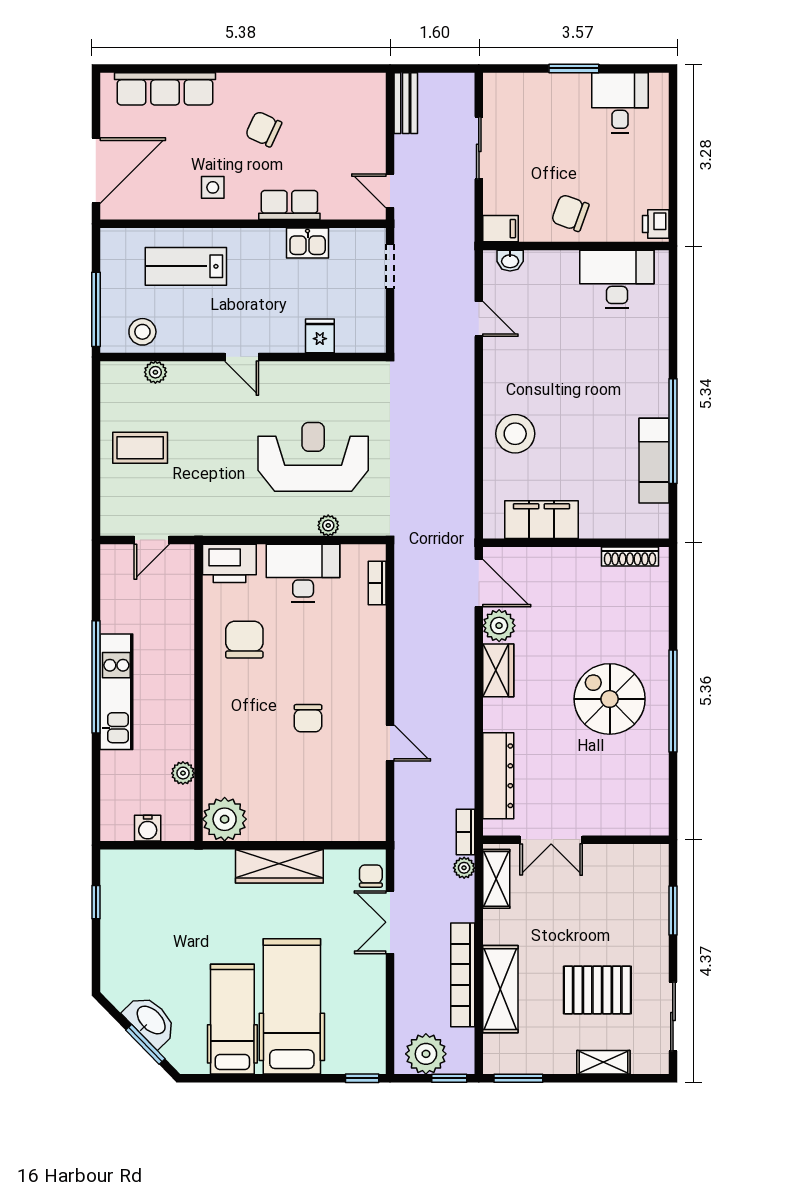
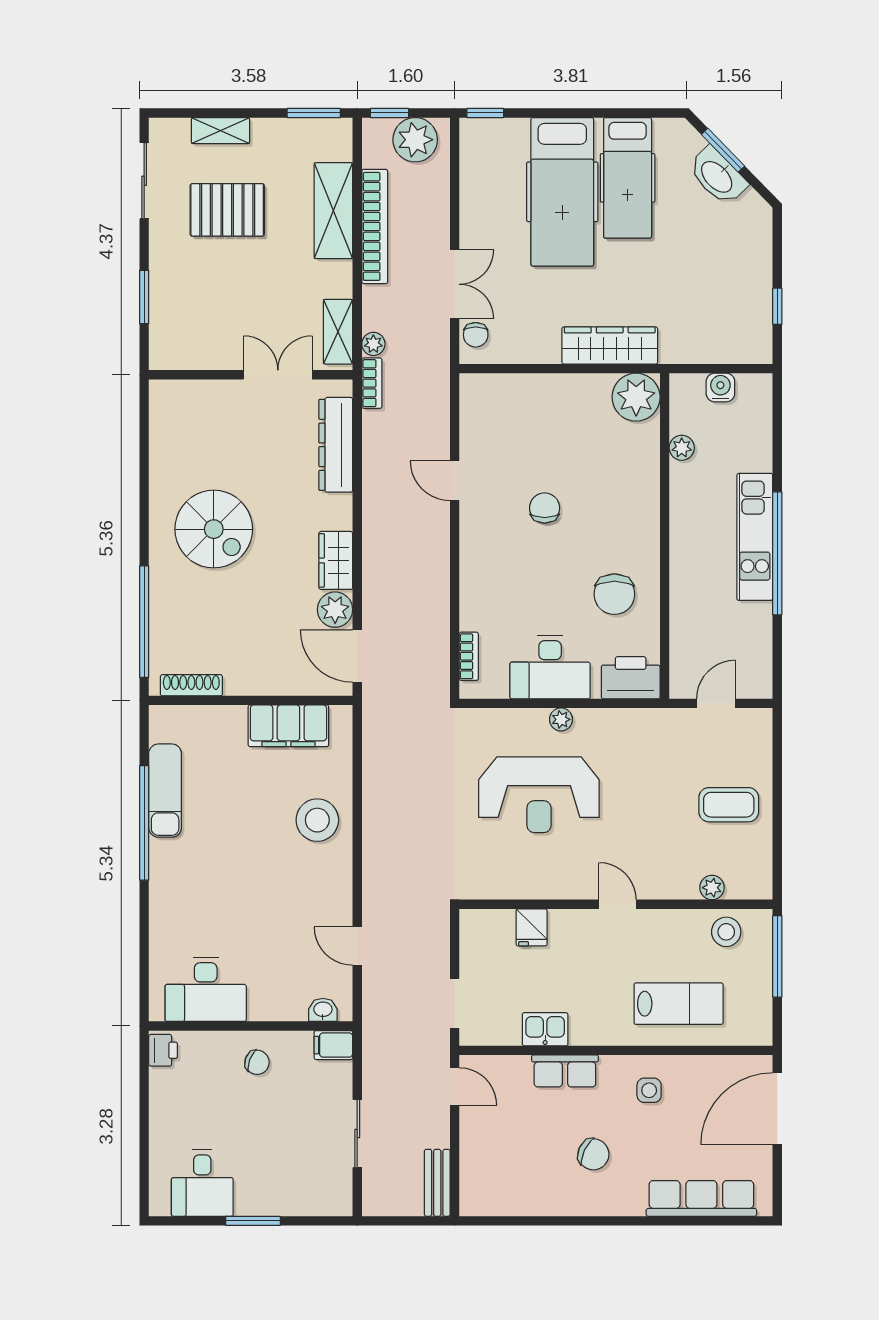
chair: (570, 213) -> (257, 1062), width x0.73, depth x0.73
plant: (328, 525) -> (561, 719), moved
window: (673, 701) -> (144, 622), moved
wardrobe: (279, 866) -> (610, 346), moved

